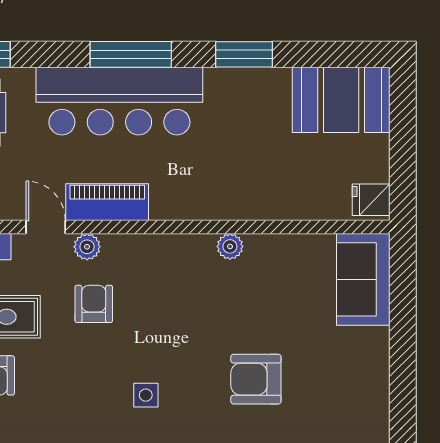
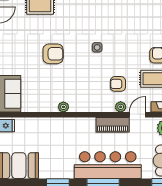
door: (46, 227) -> (137, 115), swing flipped
armchair: (94, 304) -> (118, 84), turned 90

